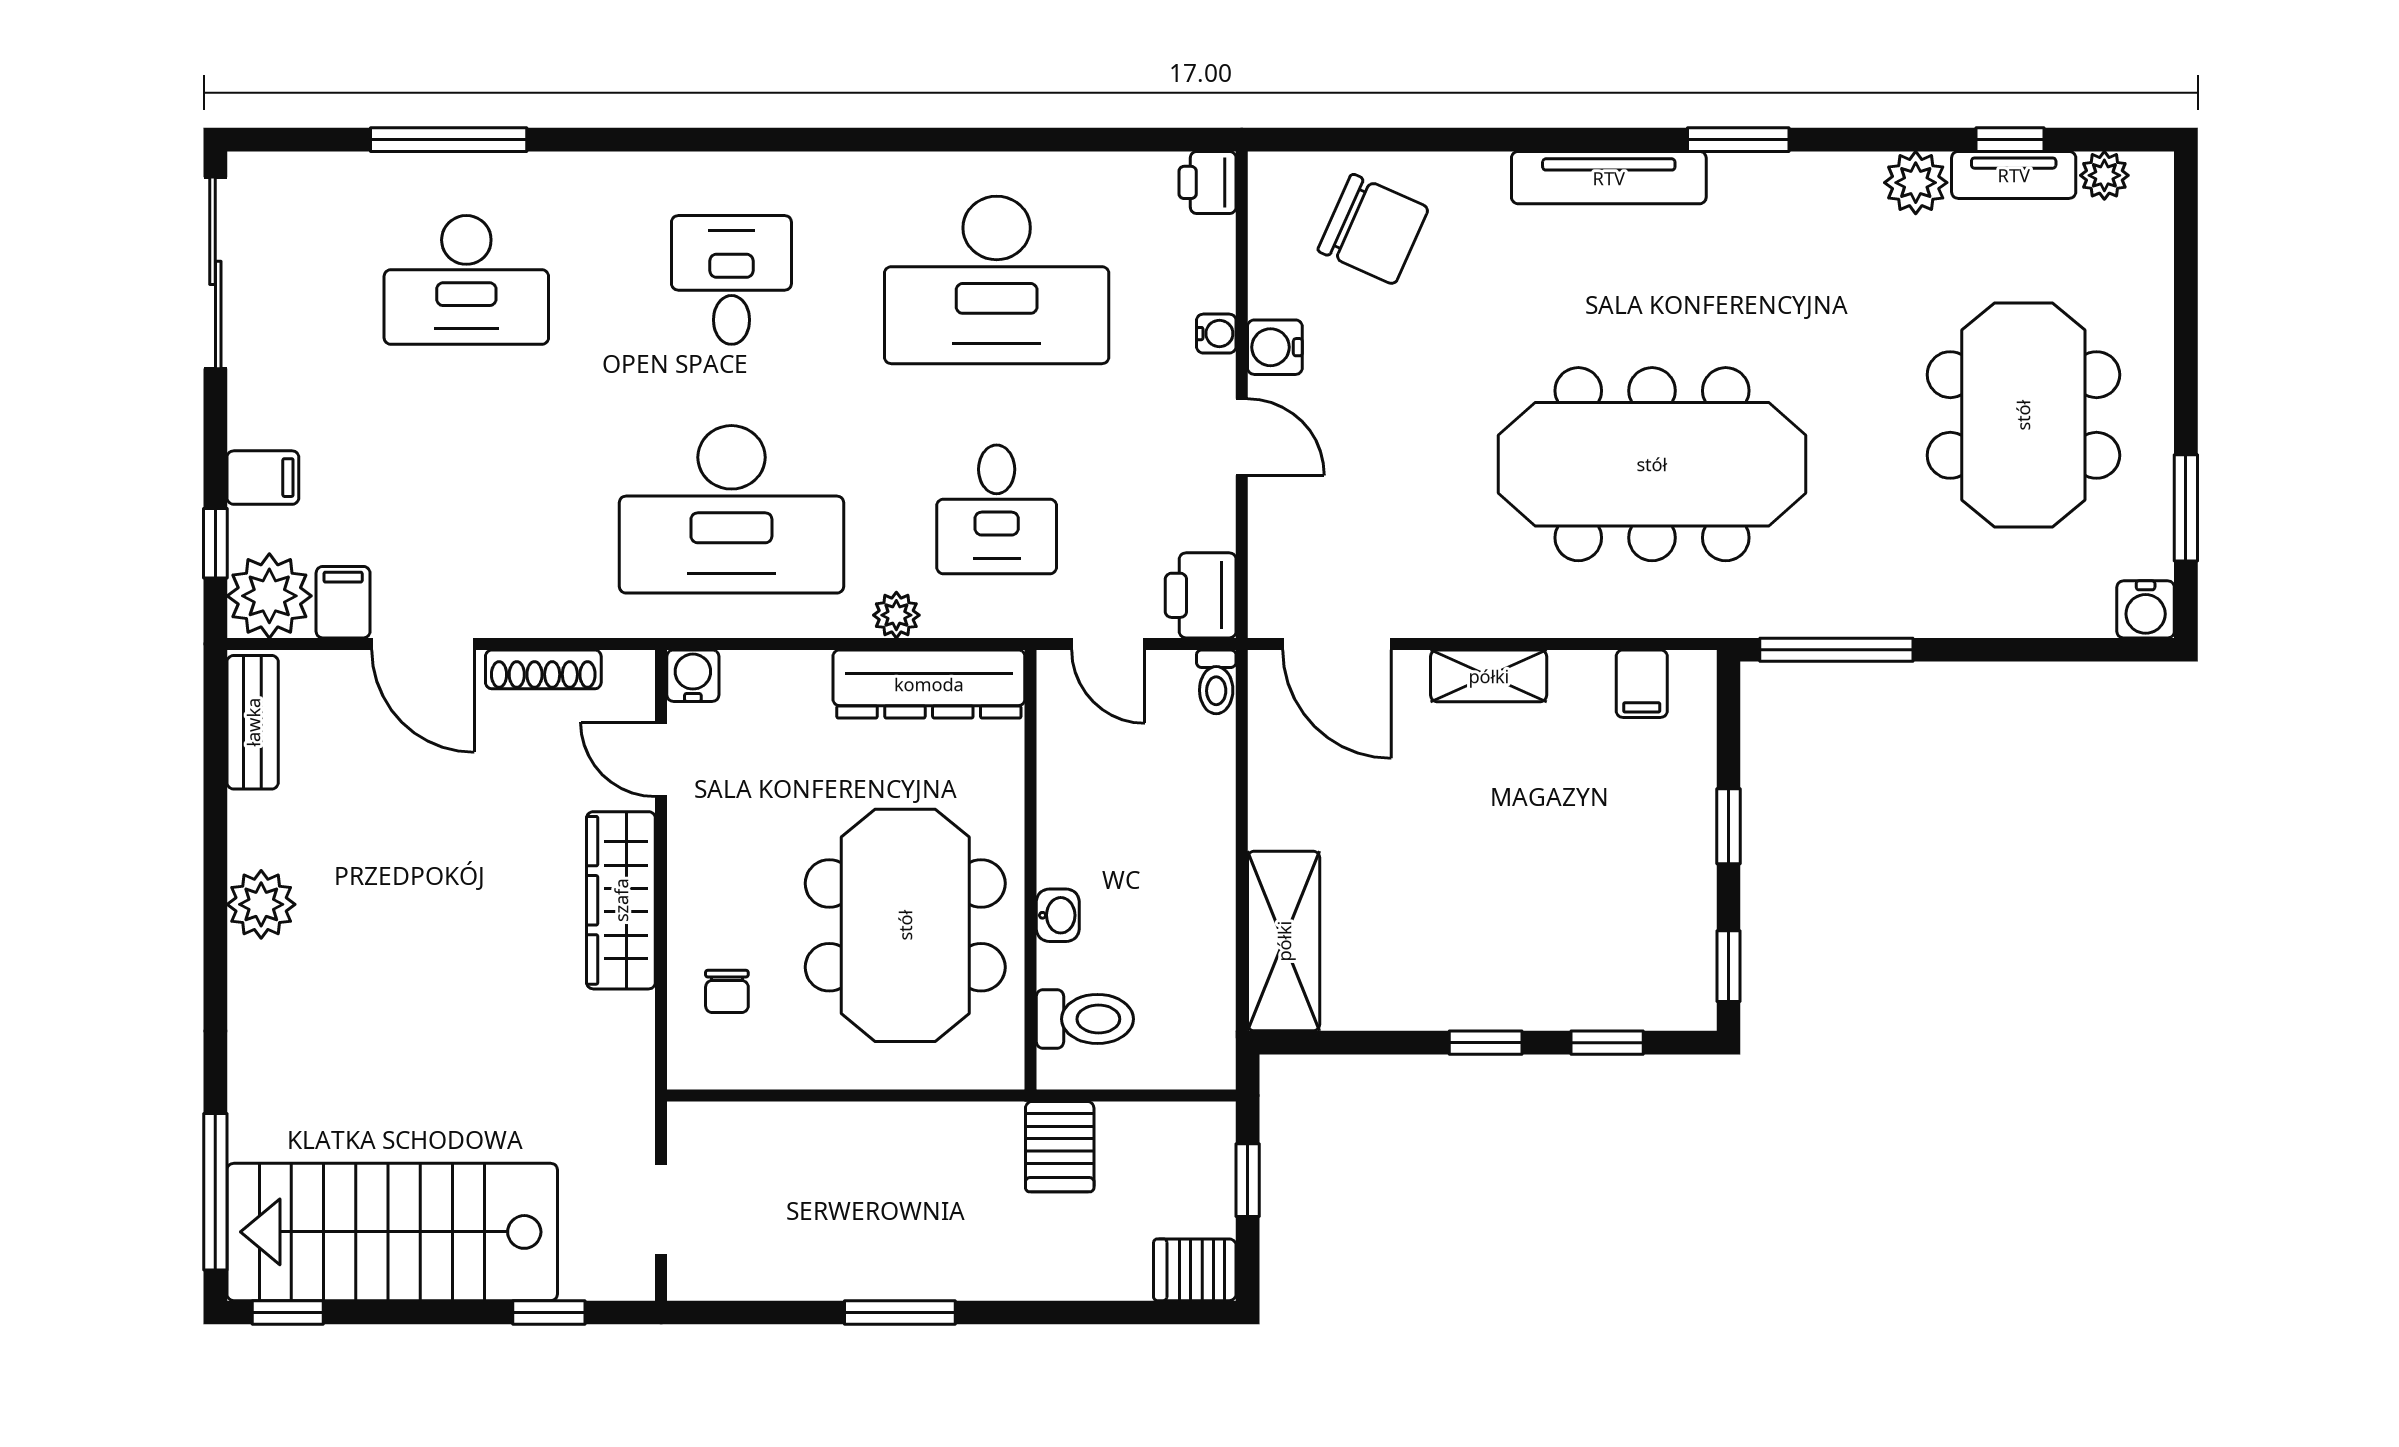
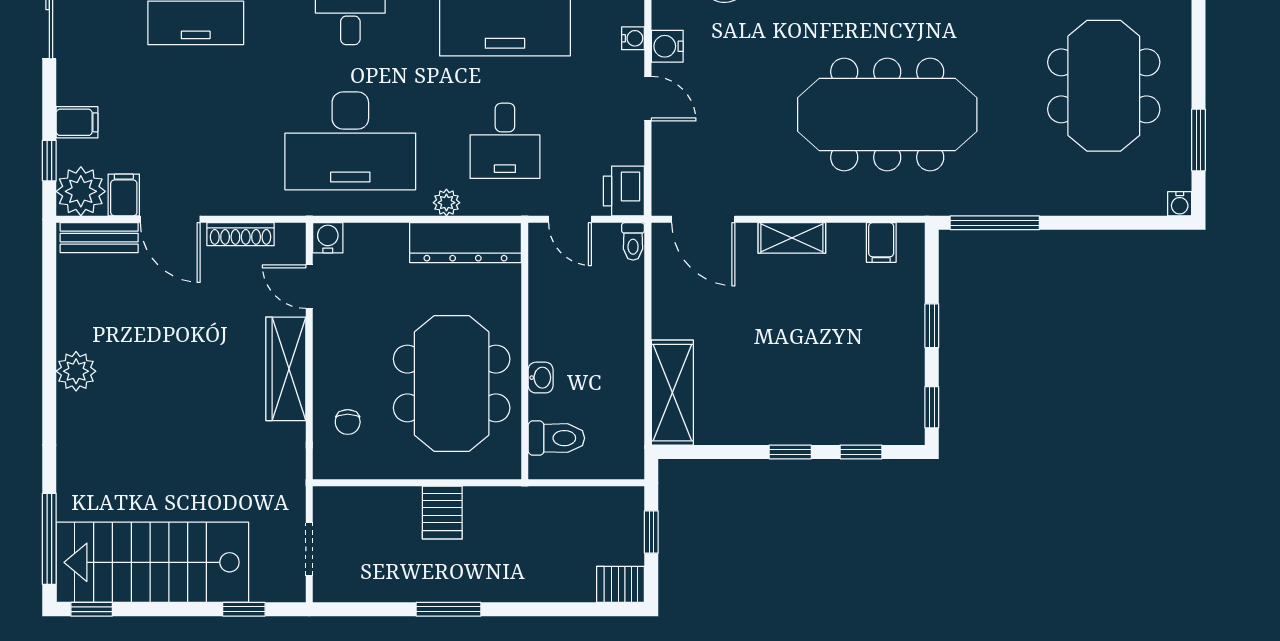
water cooler: (2146, 609) -> (1180, 204), width x0.72, depth x0.72
bench: (253, 722) -> (99, 238), moved, turned 90
server rack: (1060, 1147) -> (442, 513), moved

